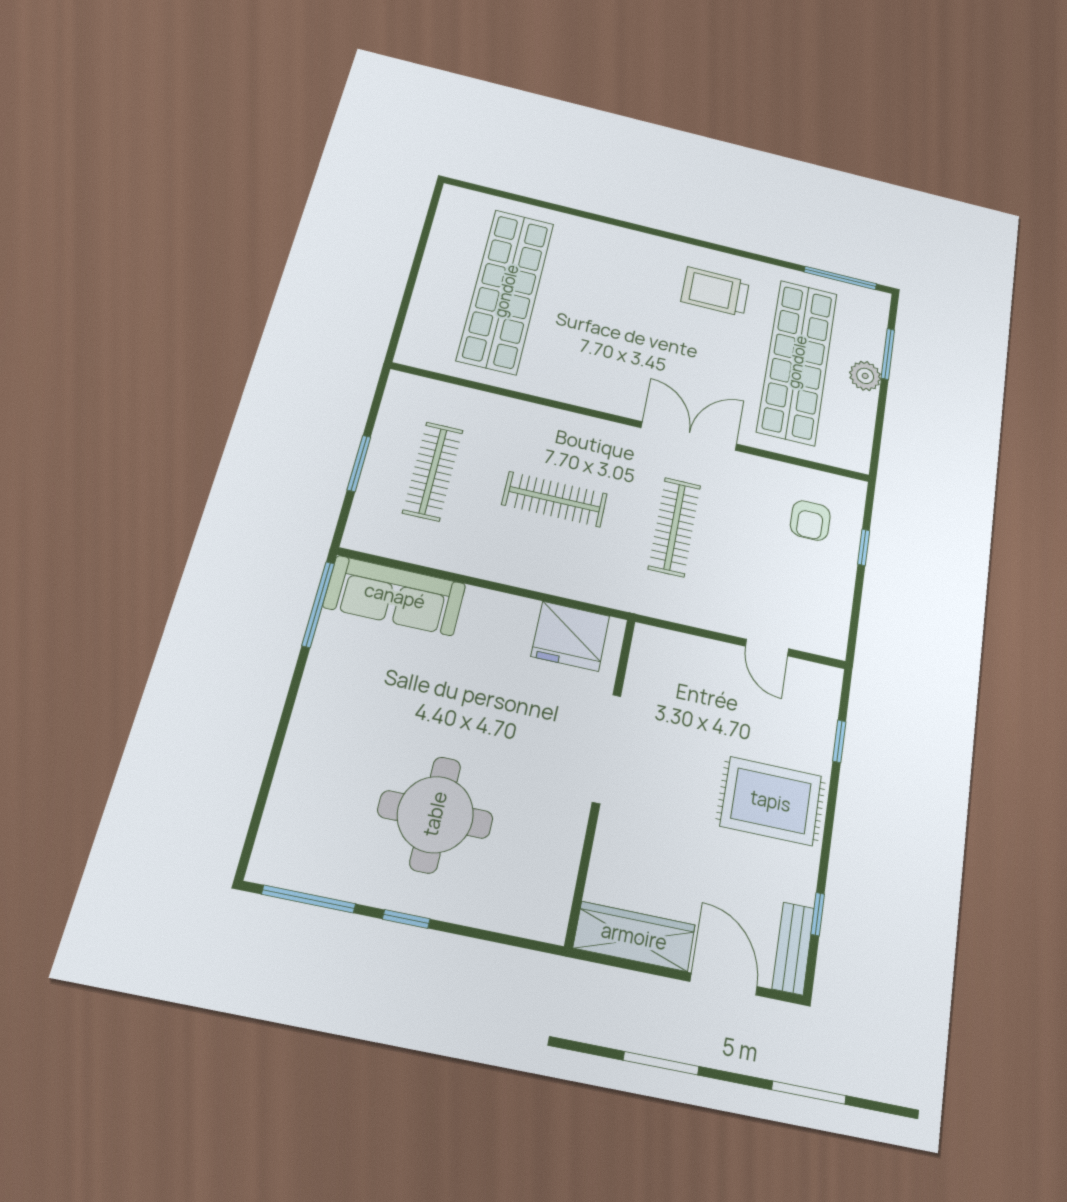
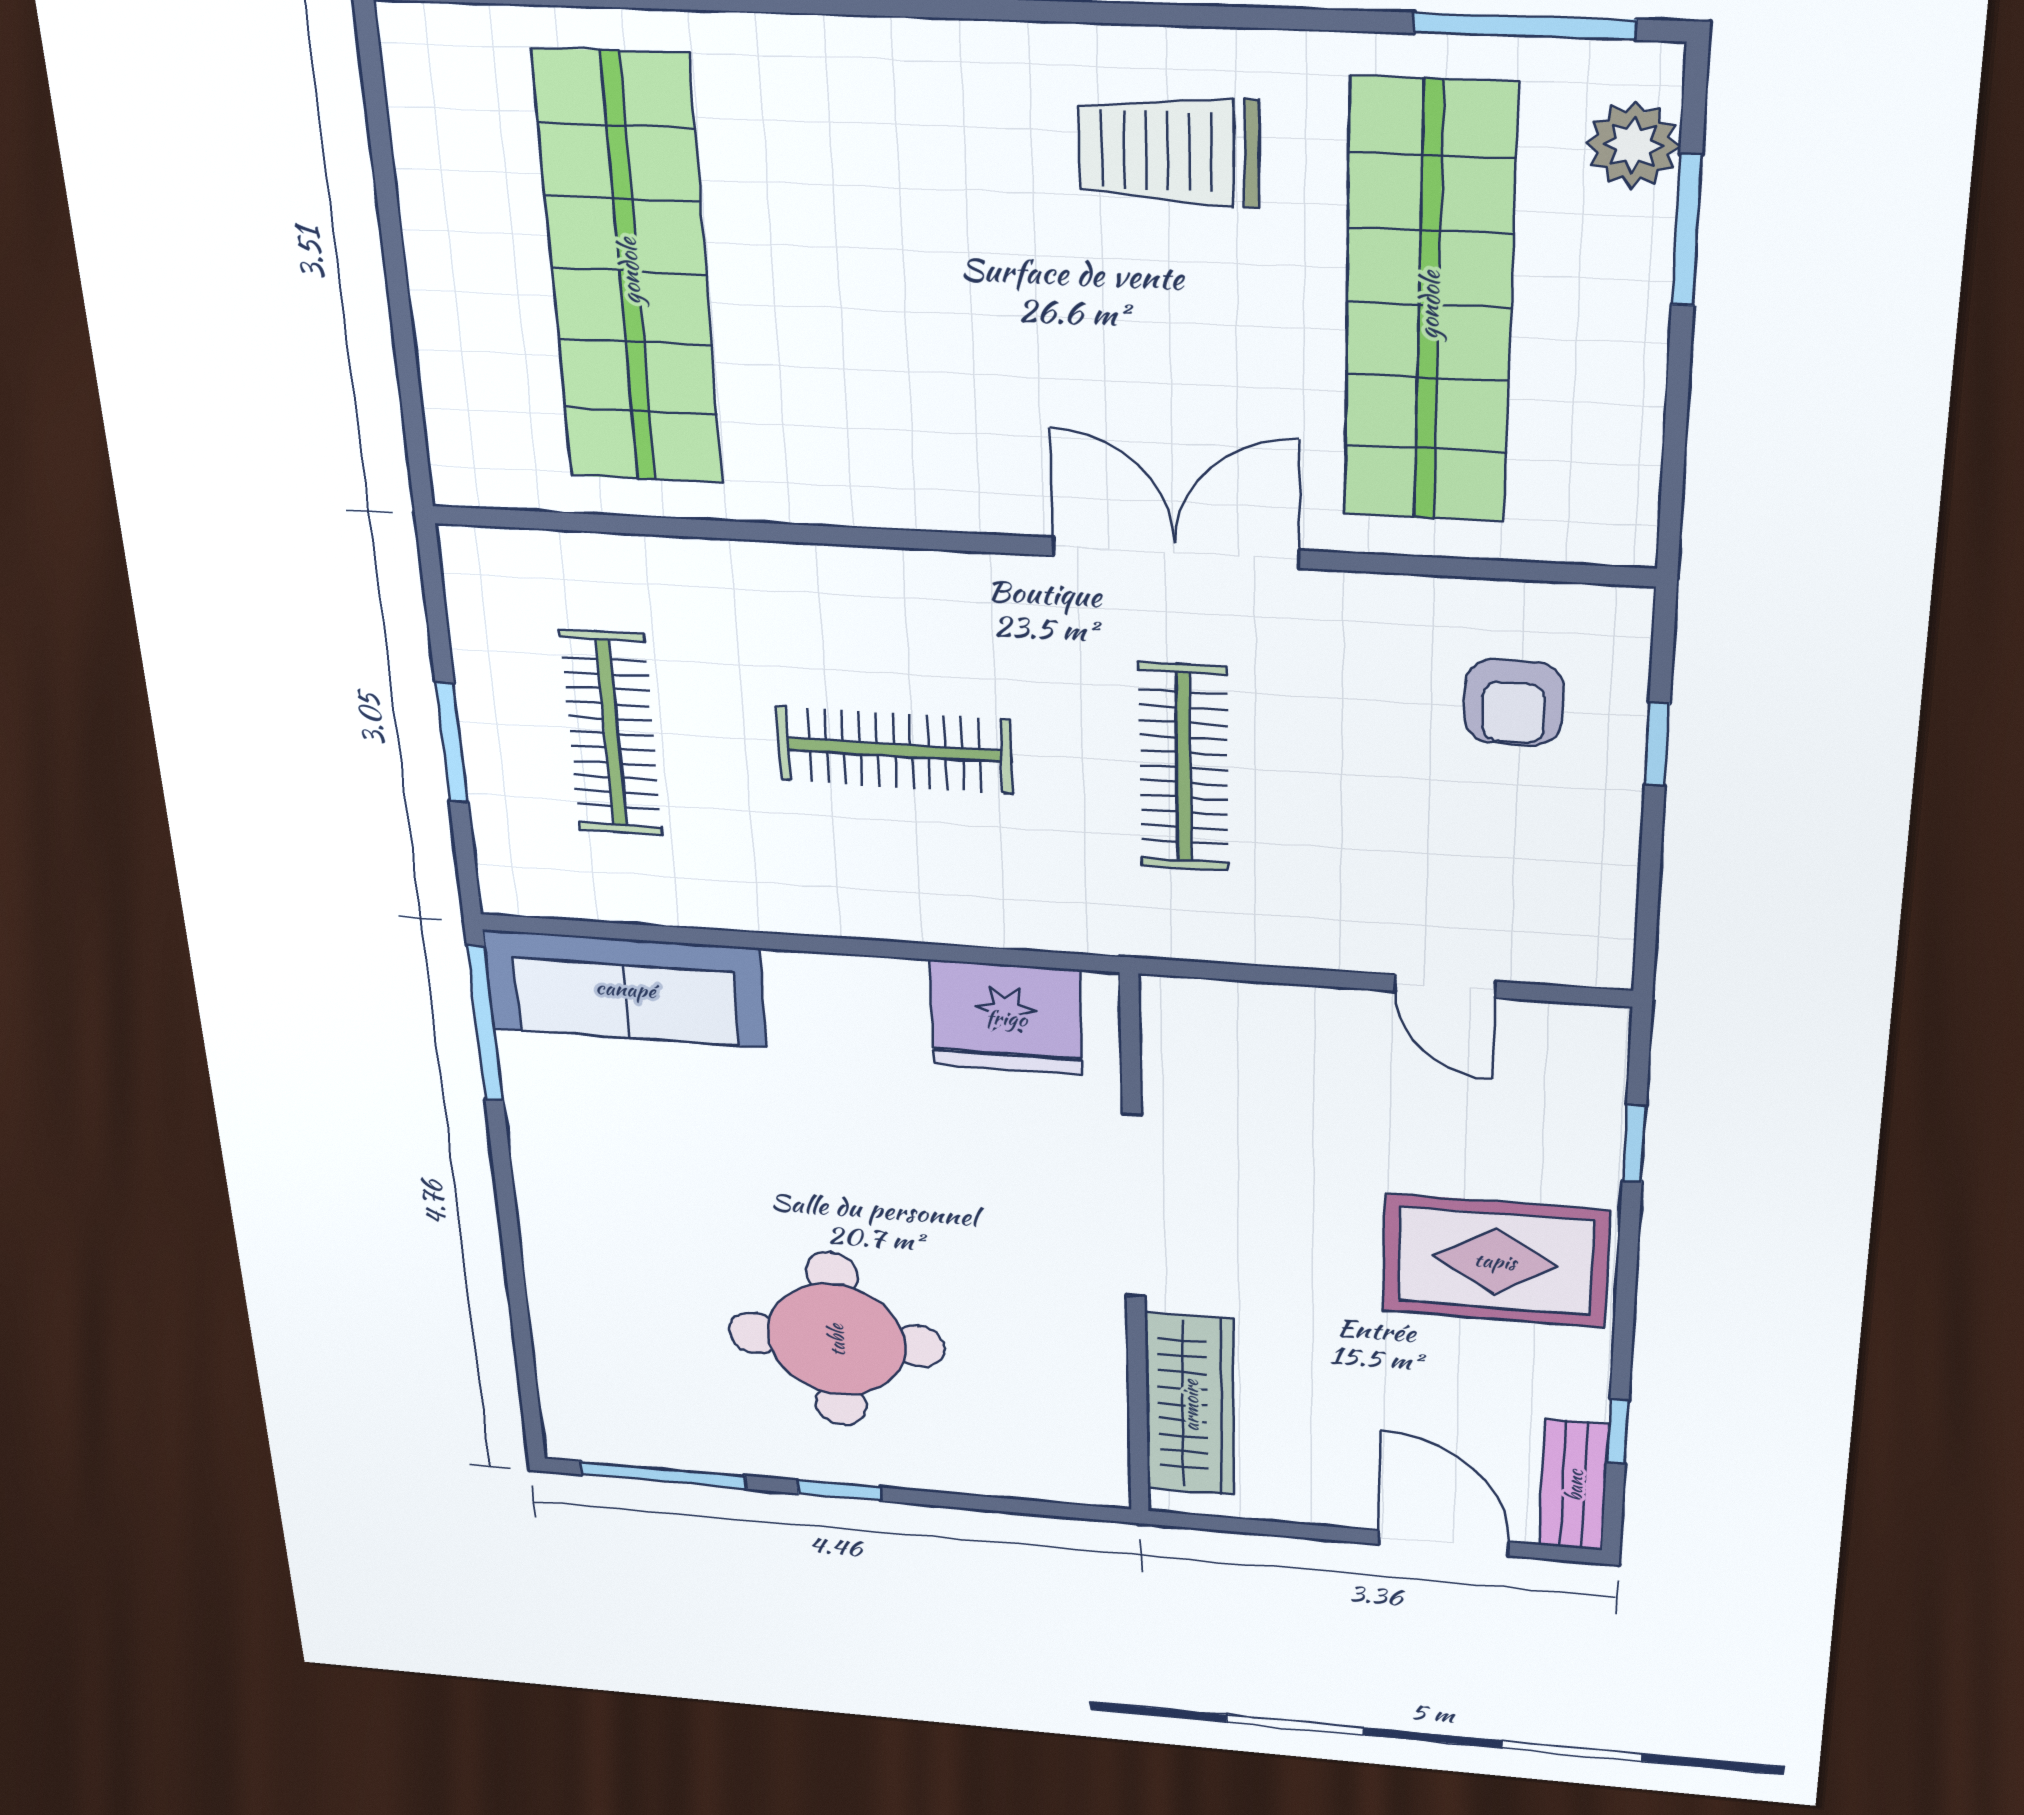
plant: (865, 376) -> (1633, 145), moved
wardrobe: (634, 936) -> (1190, 1405), moved, turned 90

